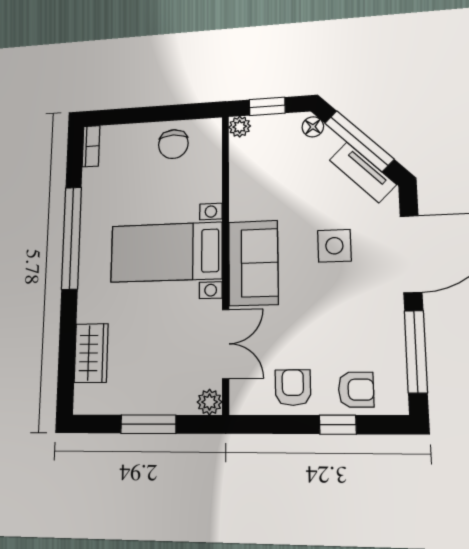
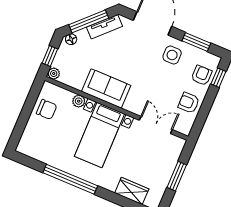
bookcase: (91, 146) -> (27, 151), removed
side table: (334, 246) -> (172, 55), moved
sofa: (253, 263) -> (106, 88), moved
window: (416, 352) -> (196, 42), width x0.69
plant: (210, 402) -> (79, 101), moved
window: (338, 425) -> (218, 78), moved

